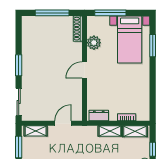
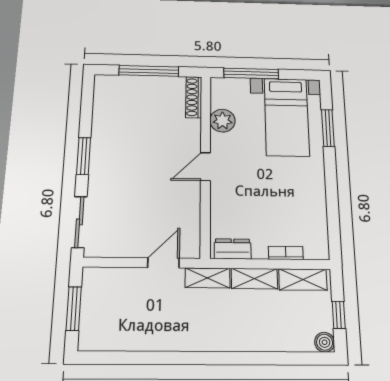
shelving: (36, 131) -> (207, 278), moved

